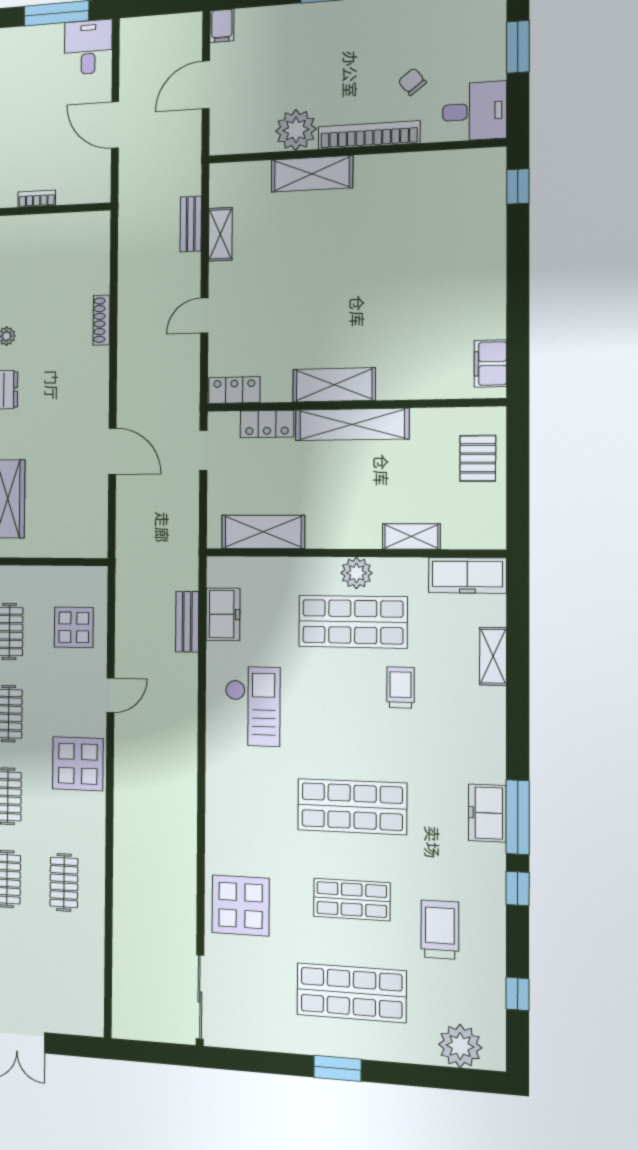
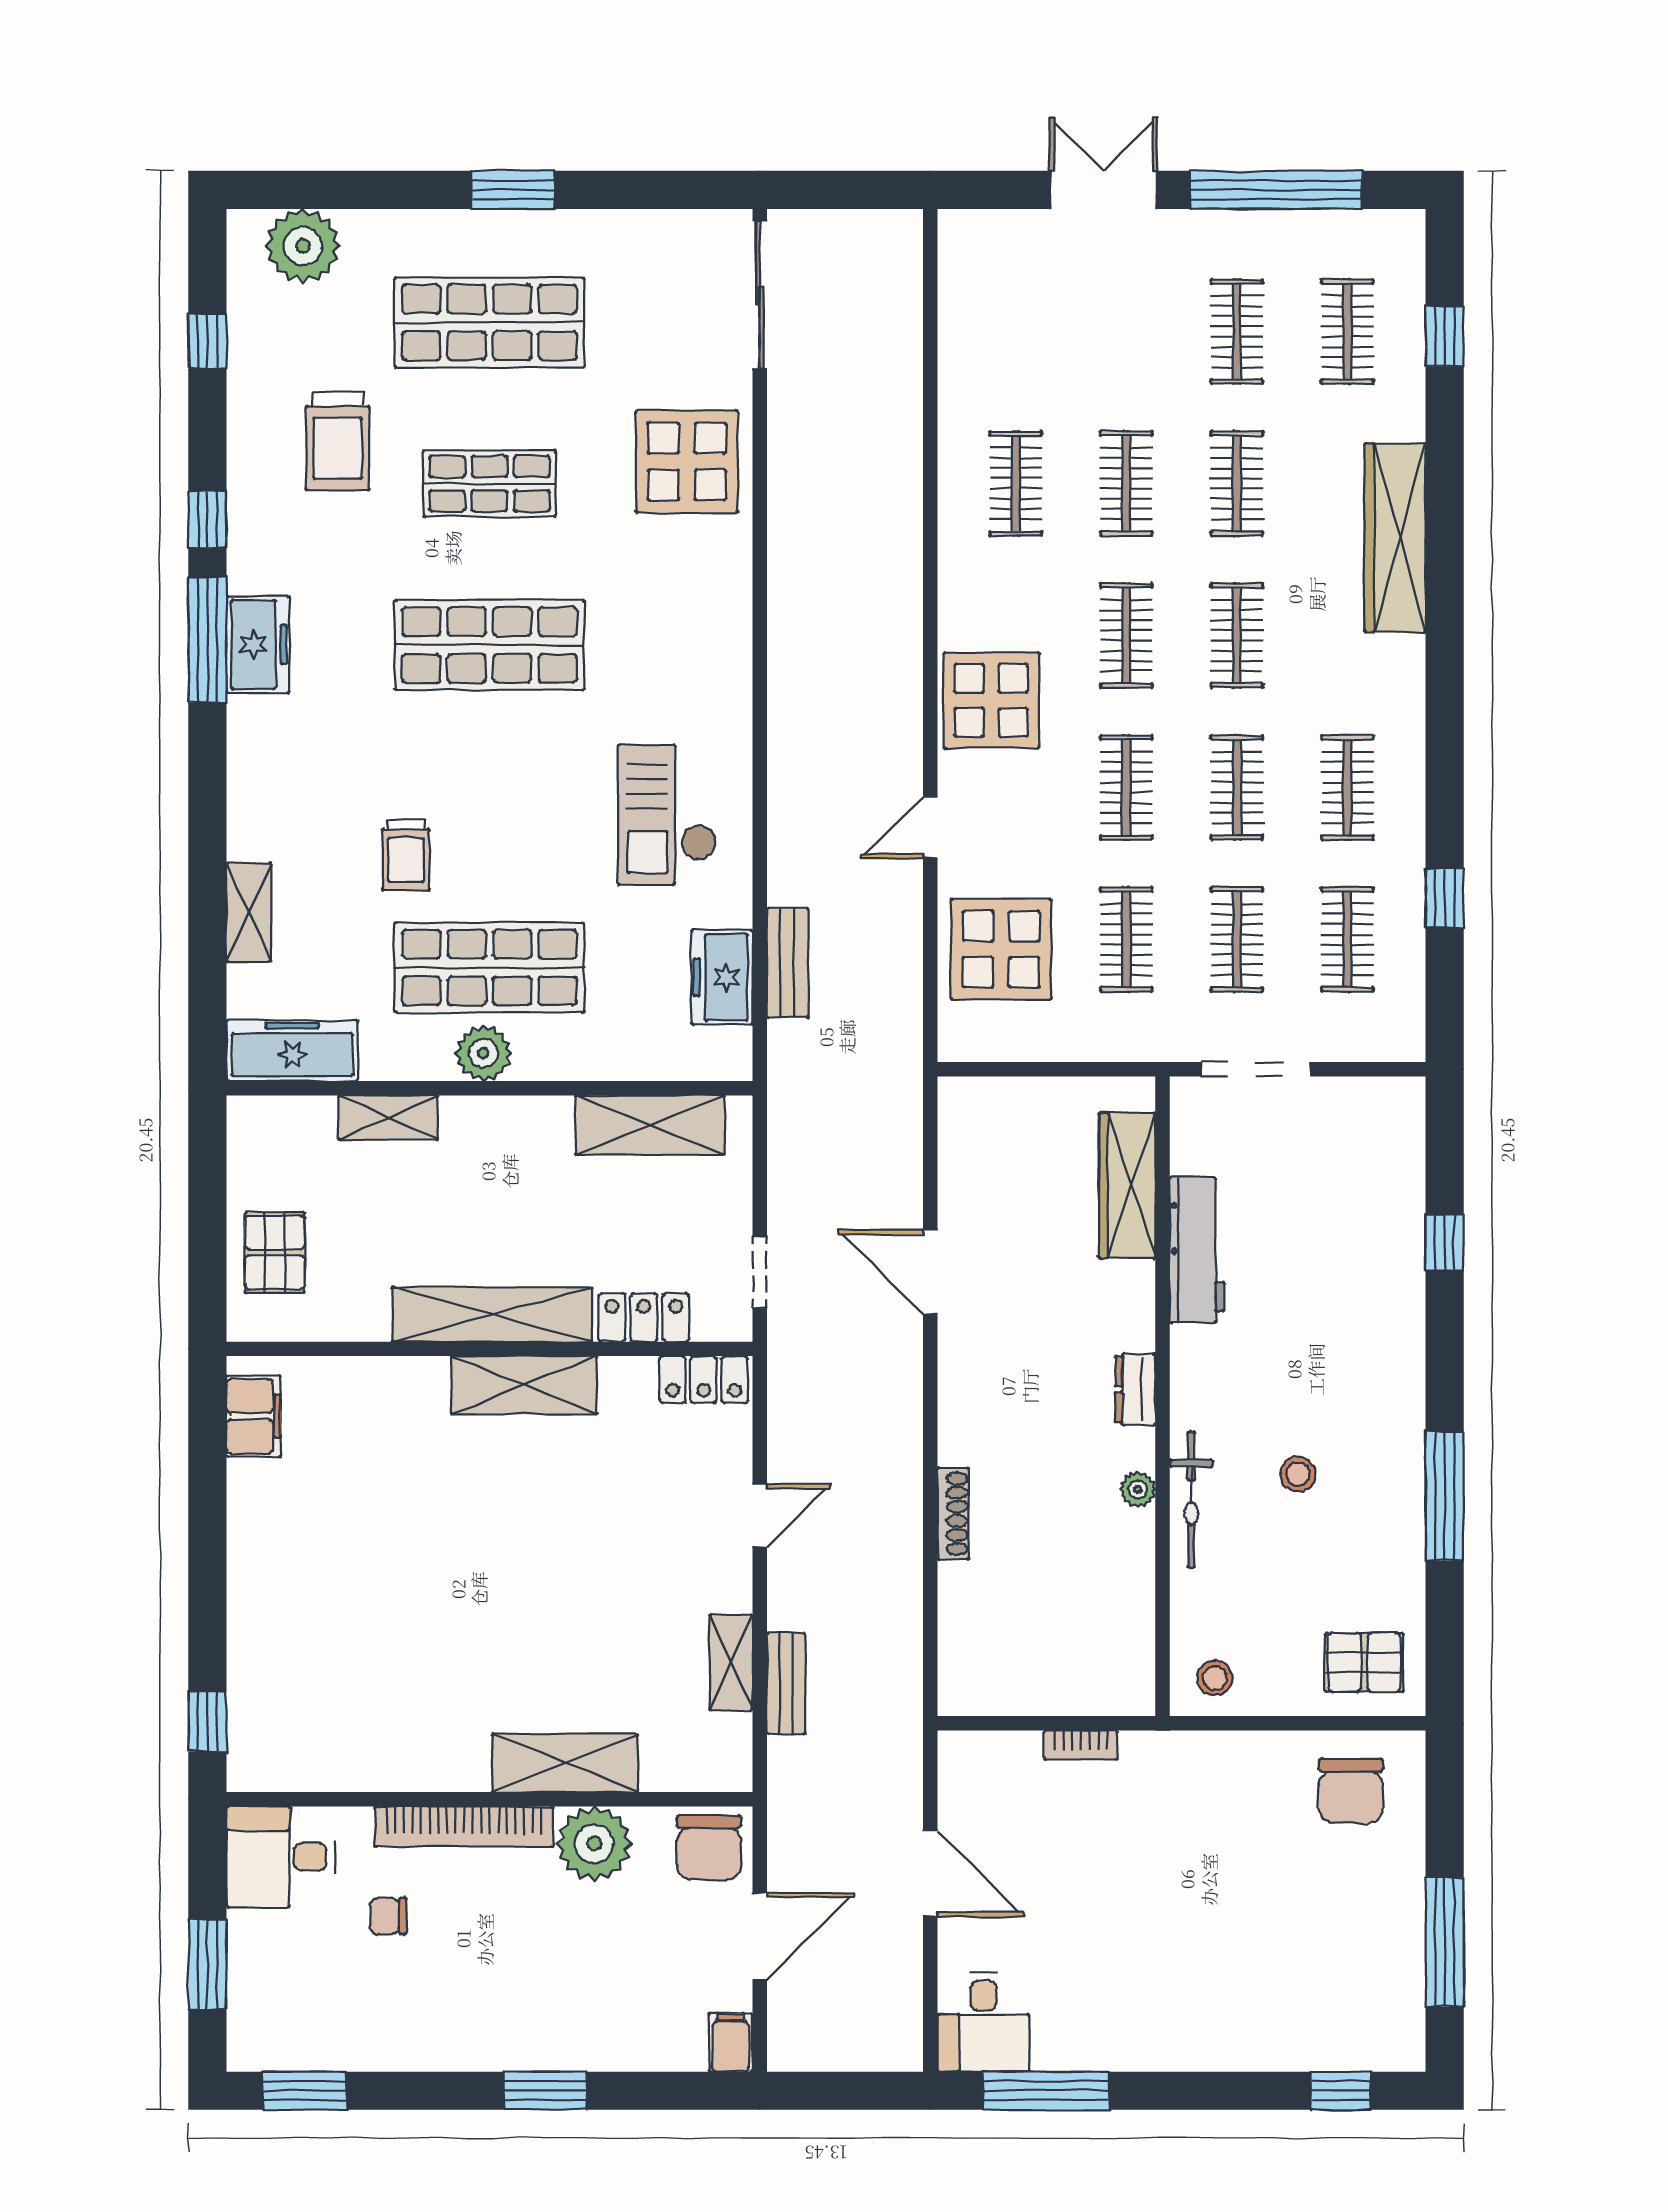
chair: (412, 82) -> (388, 1916), turned 128
chair: (233, 132) -> (709, 1848), added
display table: (74, 627) -> (1001, 949), width x1.36, depth x1.36

